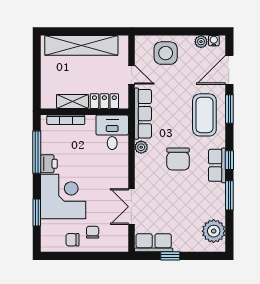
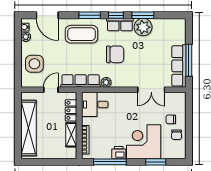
window: (229, 109) -> (90, 15), moved
plant: (214, 231) -> (143, 27), moved
row of seats: (154, 243) -> (179, 66), width x1.48
window: (170, 256) -> (189, 60), width x2.17

